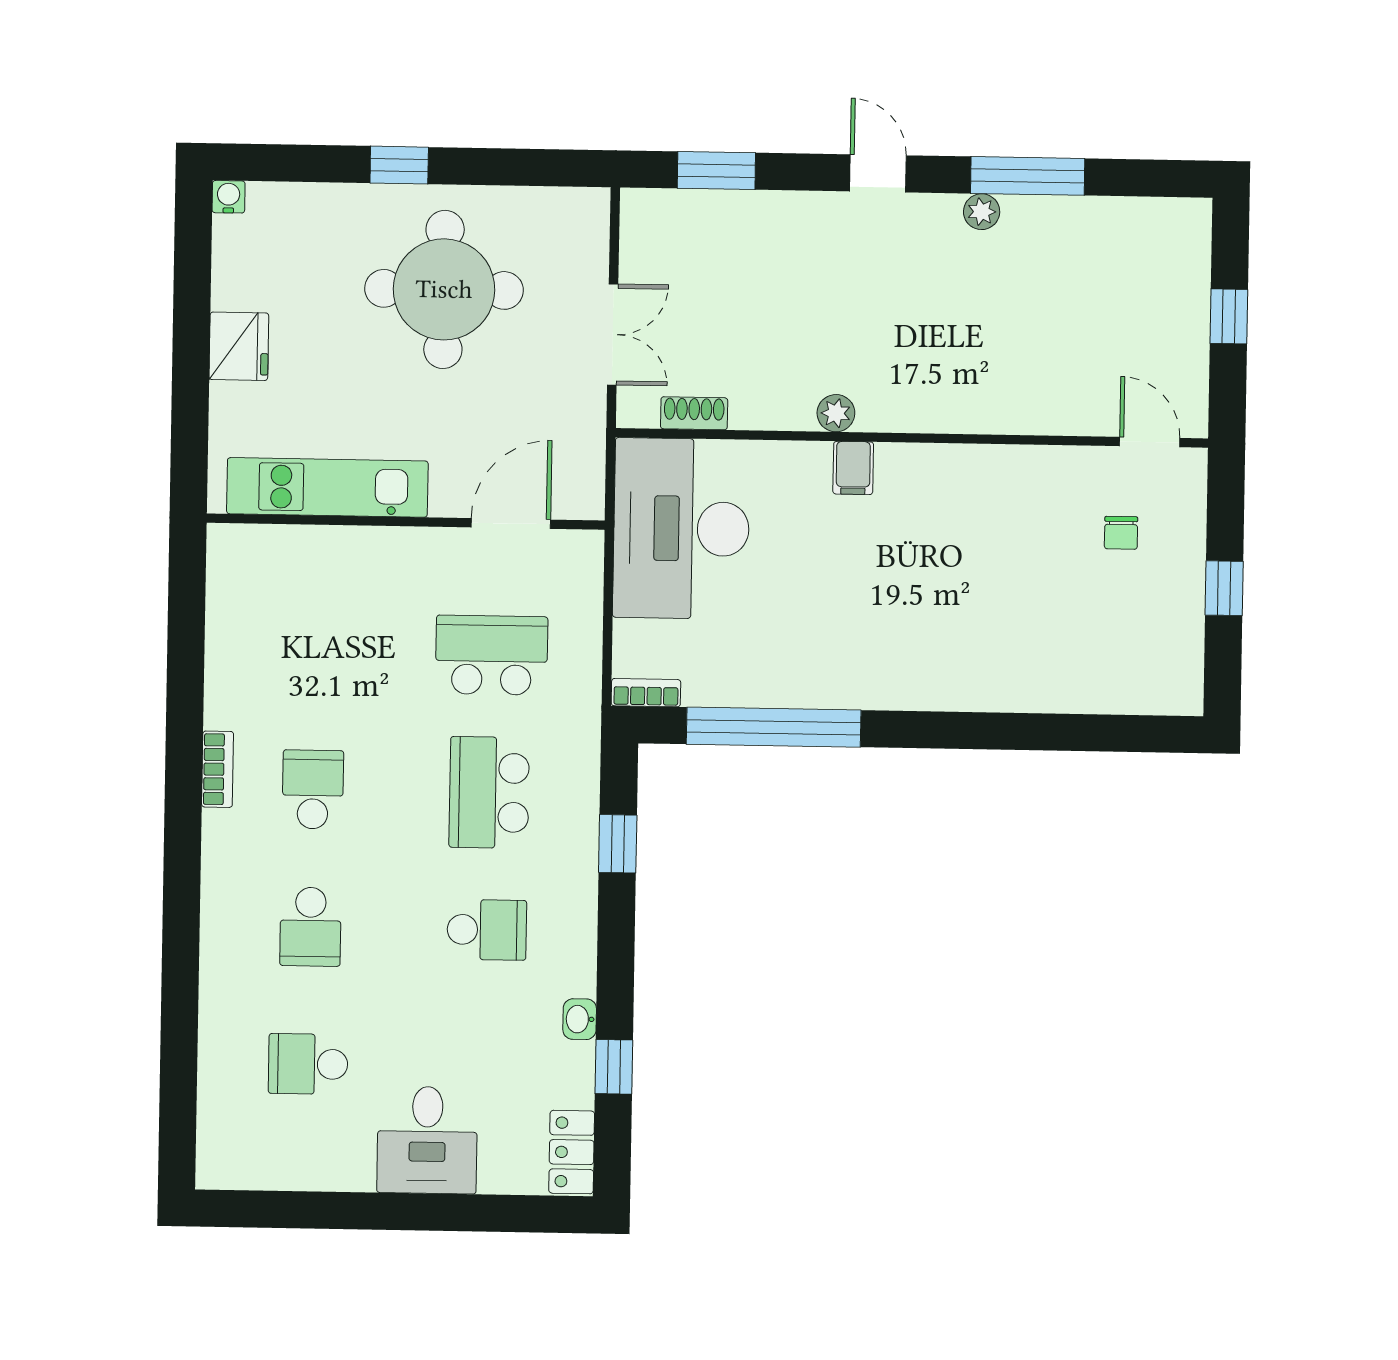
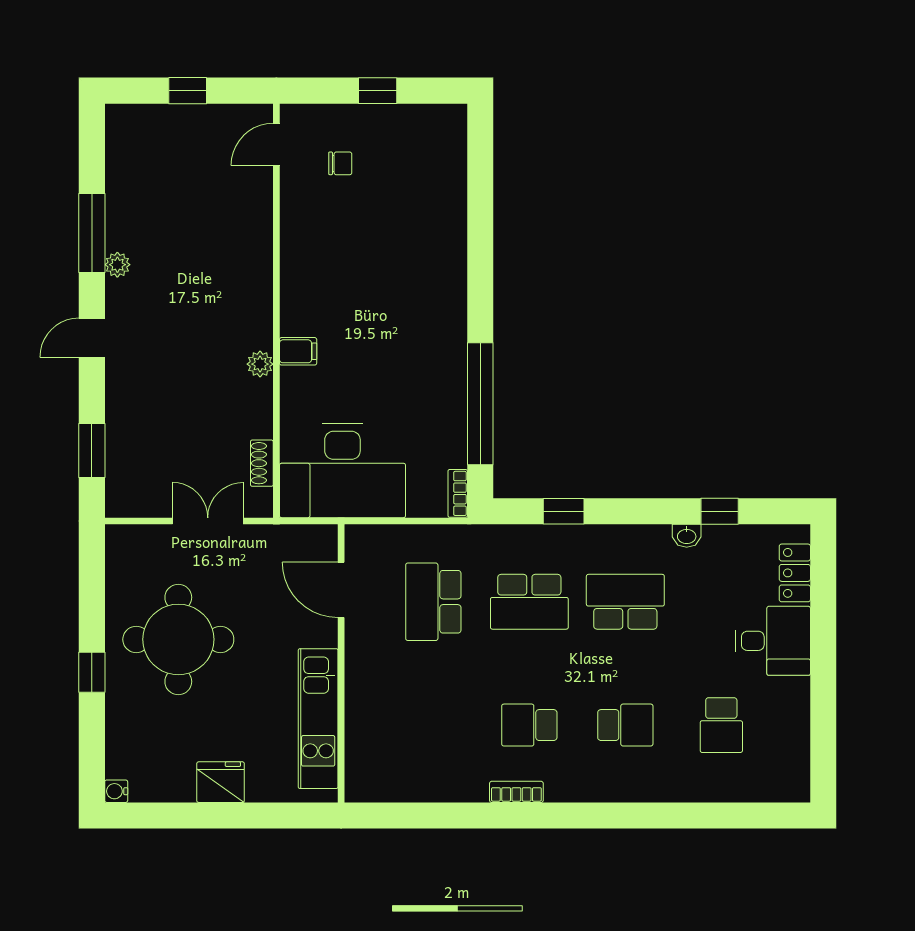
school desk: (487, 930) -> (625, 602), width x1.85
locker: (572, 1152) -> (795, 573), moved, turned 90

